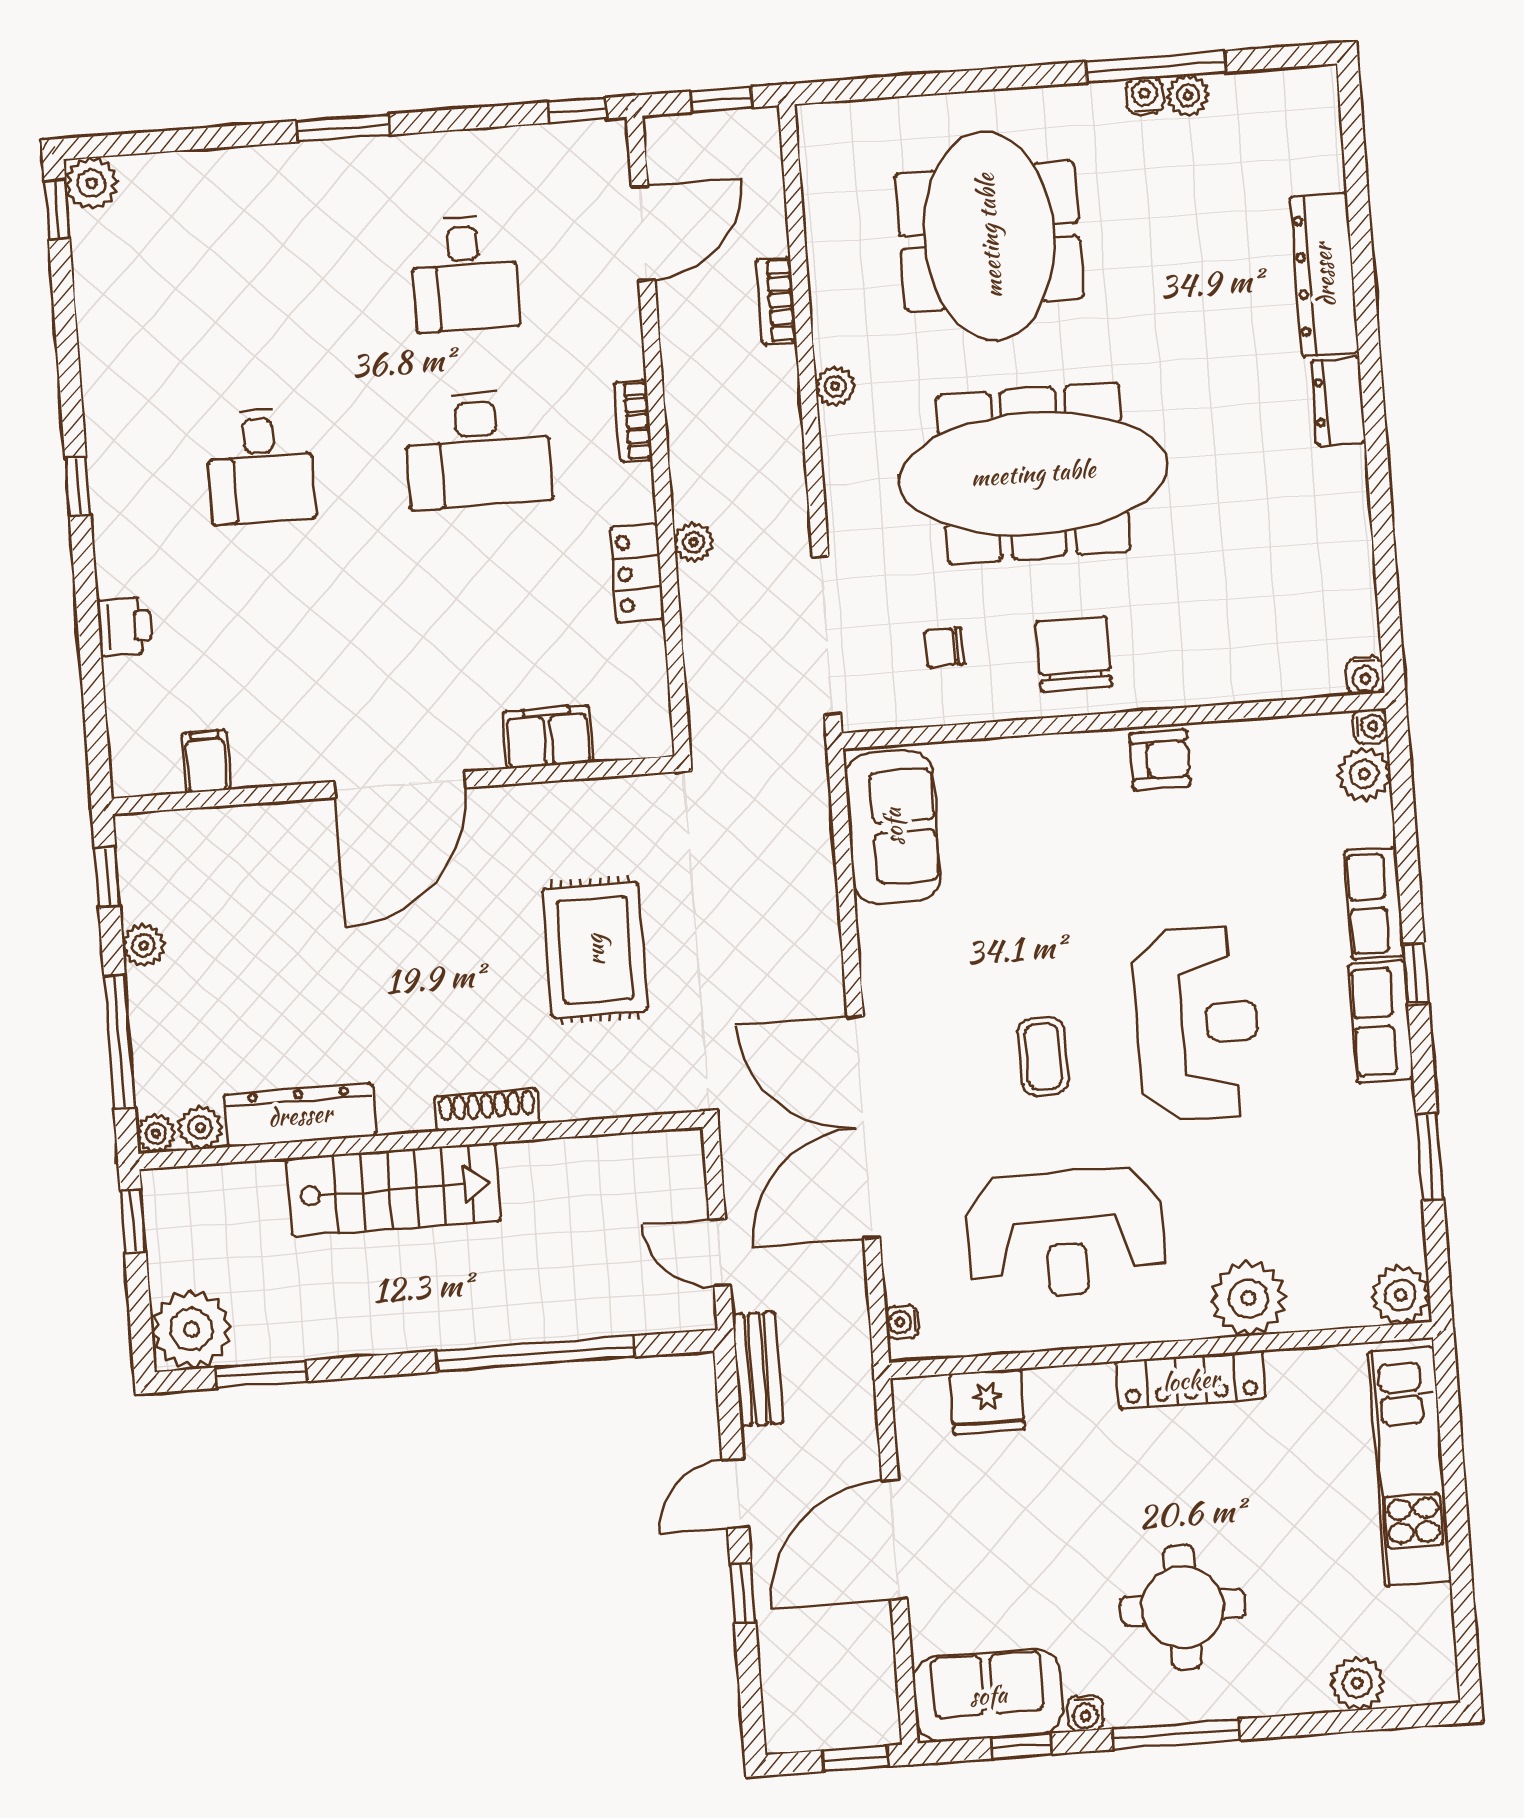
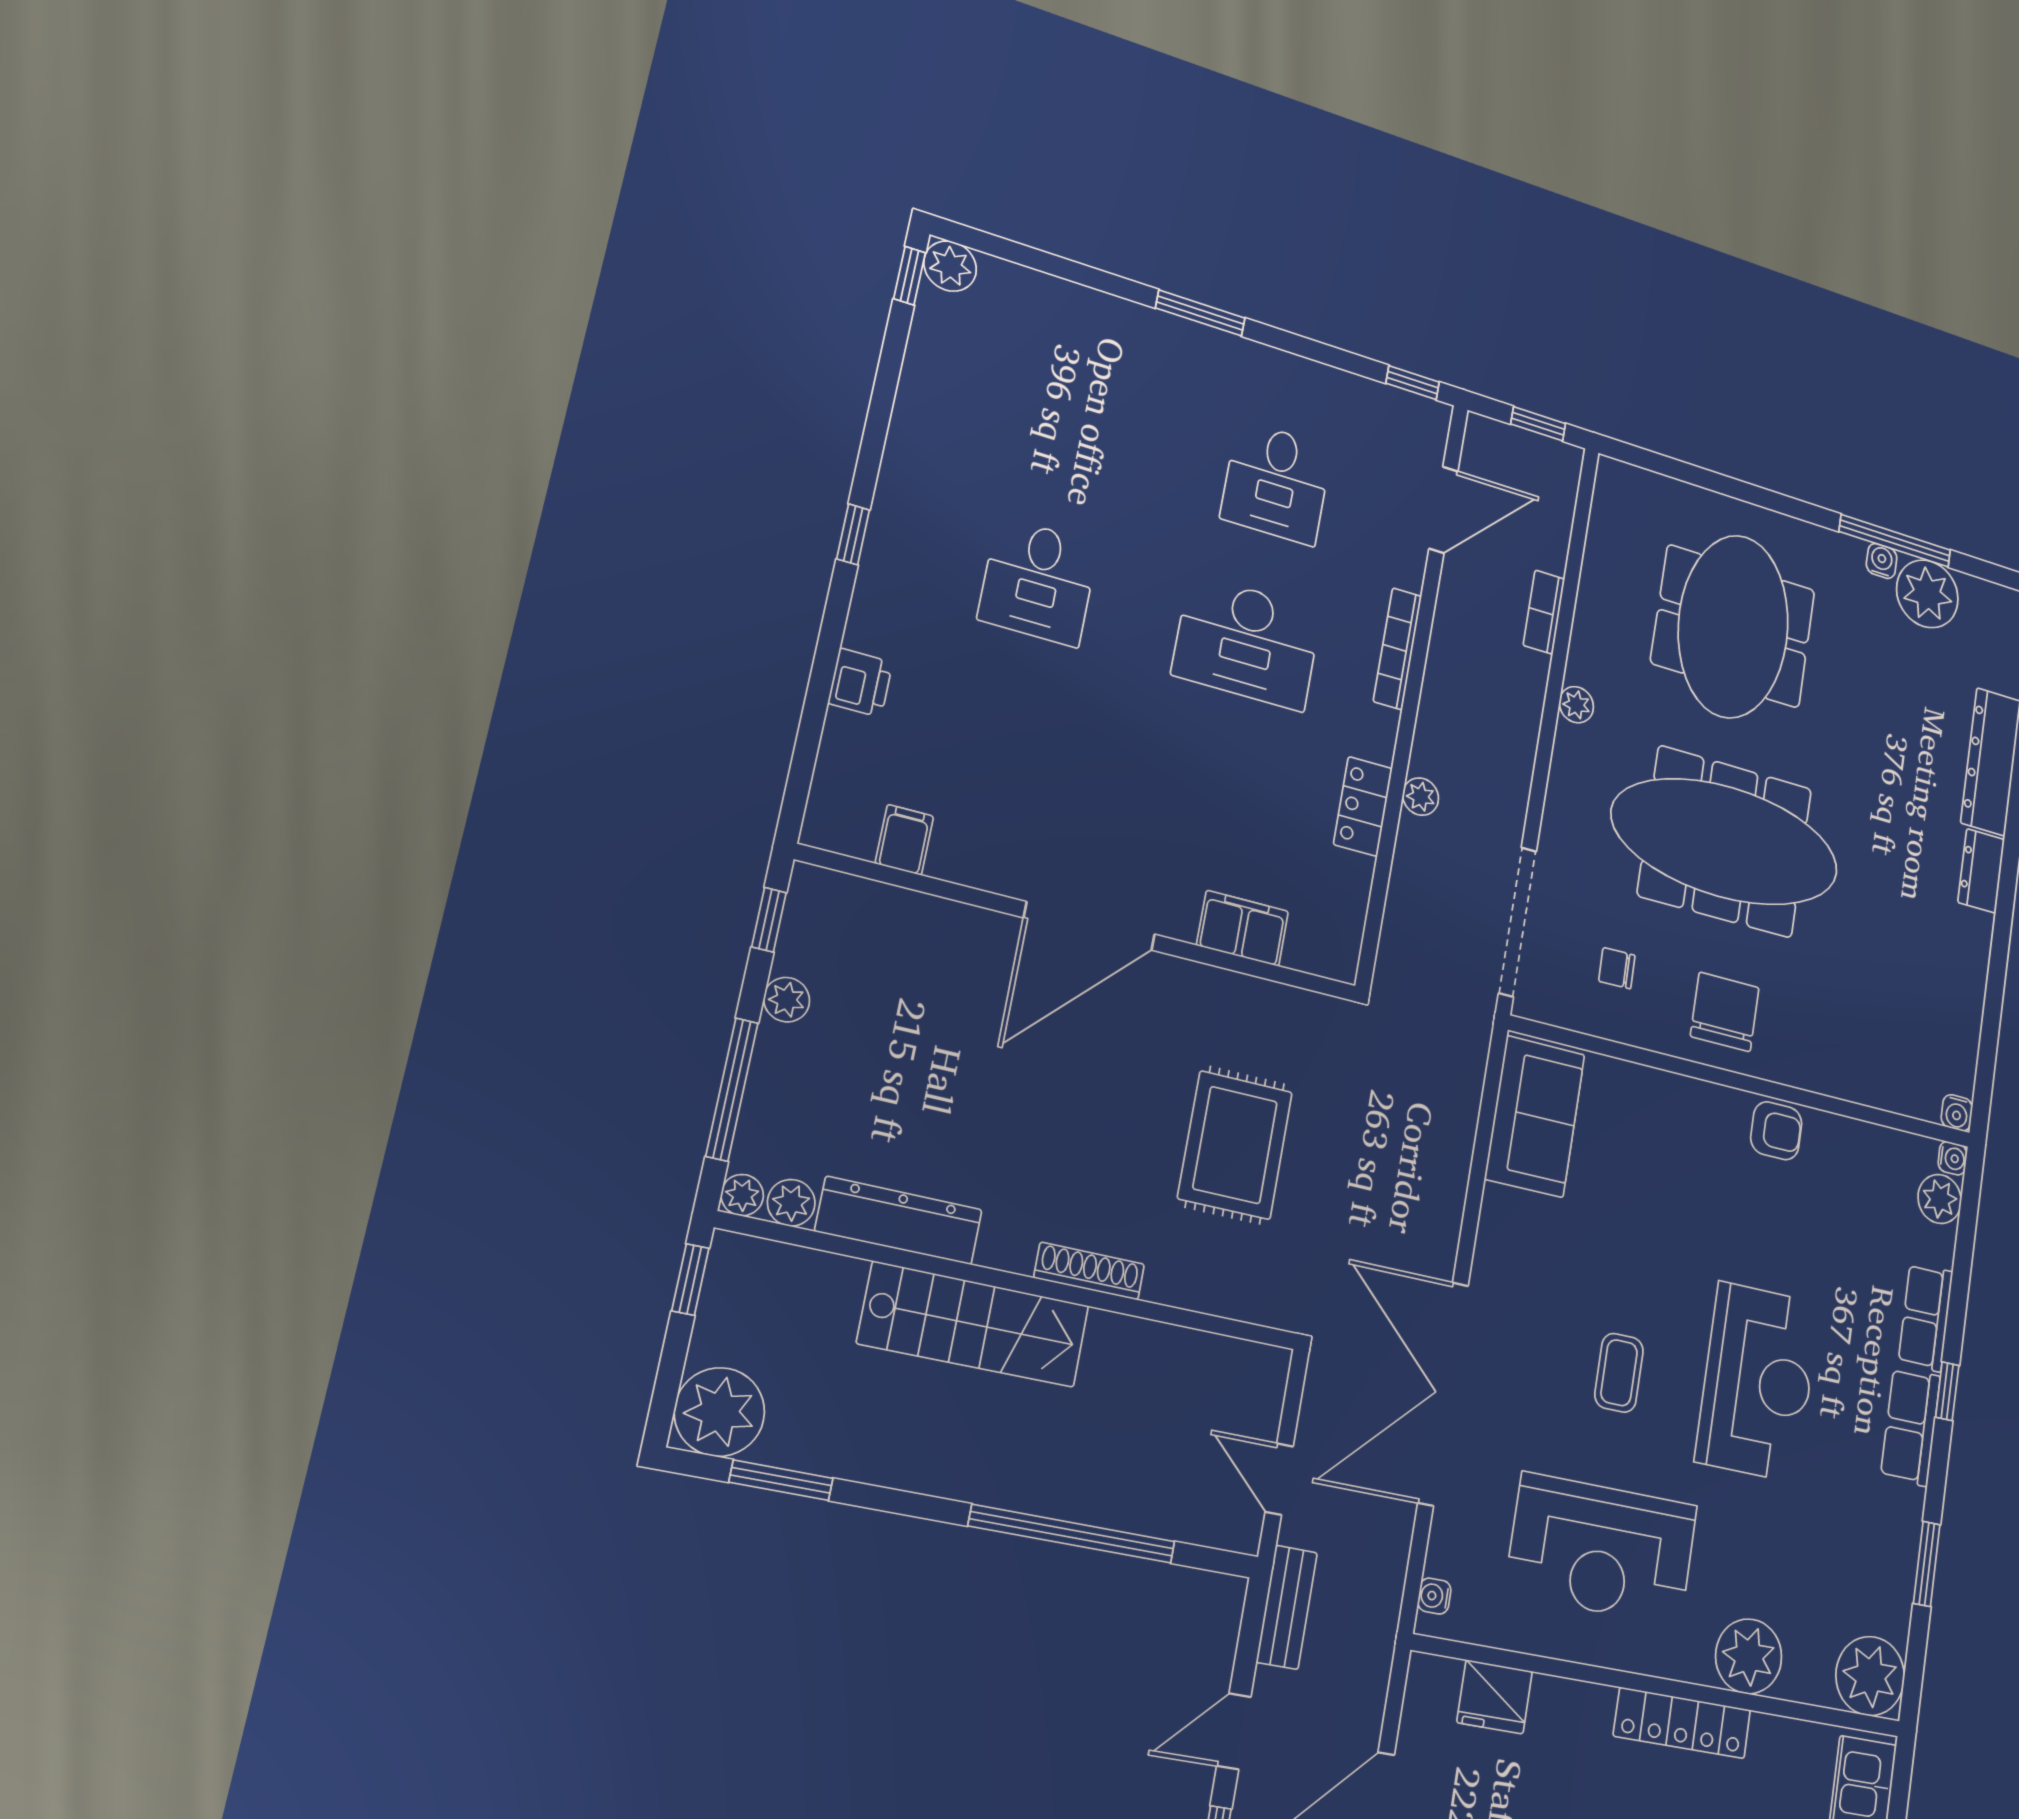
plant: (1188, 95) -> (1927, 594), width x1.88, depth x1.88
bookcase: (633, 421) -> (1397, 649), width x1.56
plant: (1400, 1295) -> (1870, 1676), width x1.36, depth x1.36

